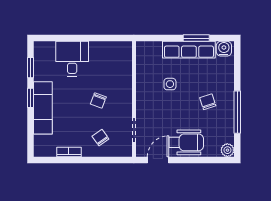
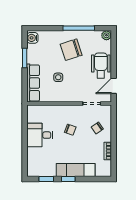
row of seats: (189, 50) -> (33, 83), moved
desk: (72, 59) -> (40, 135), moved
chair: (208, 102) -> (71, 50), width x1.87, depth x1.87
door: (158, 160) -> (114, 86), hinge flipped

